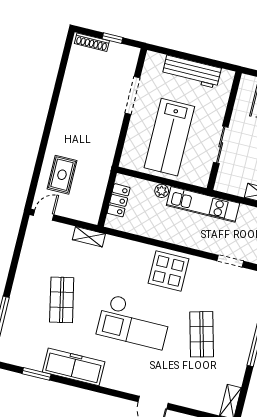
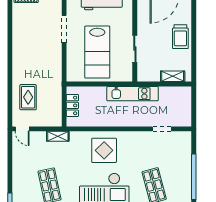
plant: (162, 191) -> (101, 91), removed
door: (44, 215) -> (22, 129), swing flipped
display table: (168, 271) -> (104, 150), moved

